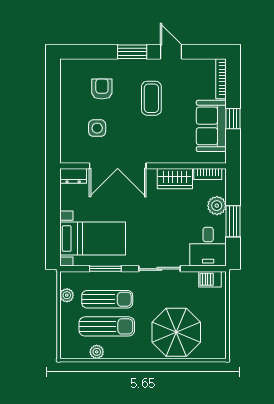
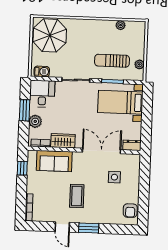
armchair: (102, 89) -> (130, 211), moved
window: (233, 119) -> (22, 168), moved
sofa: (211, 126) -> (54, 161), moved, turned 90
sun lounger: (107, 326) -> (113, 42), removed
parasol: (176, 332) -> (50, 35), moved

